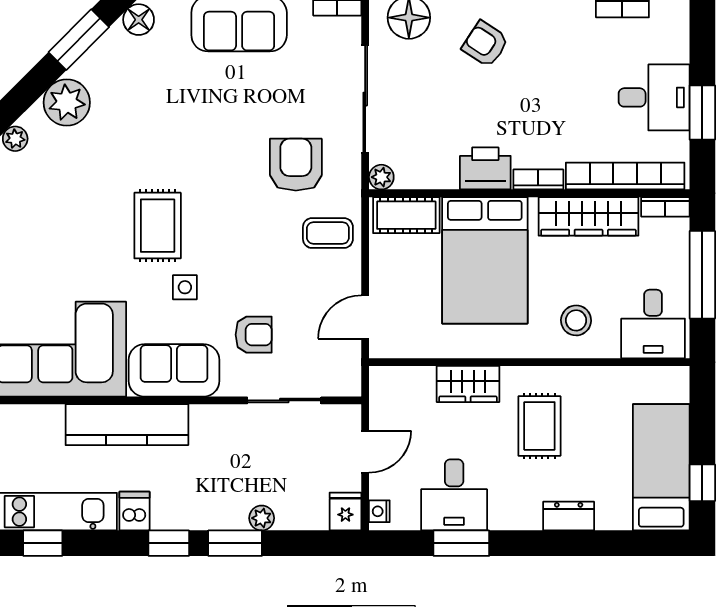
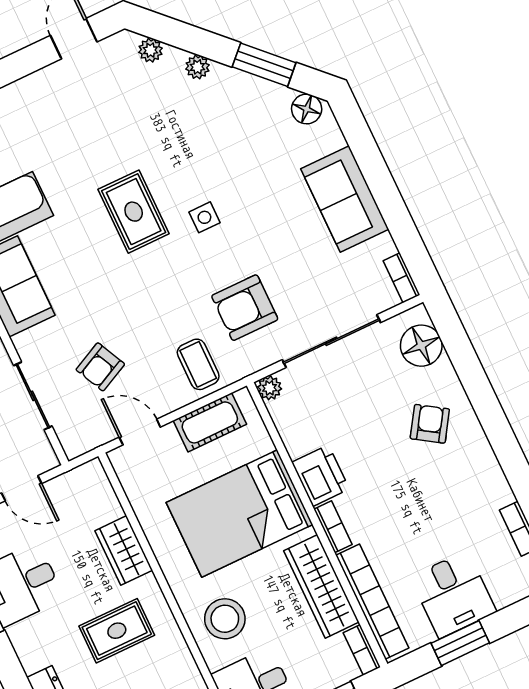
plant: (67, 102) -> (197, 67), width x0.53, depth x0.53
armchair: (296, 165) -> (245, 308), turned 180
cot: (406, 215) -> (210, 422), moved, turned 90
rug: (158, 226) -> (134, 212), turned 90
side table: (185, 287) -> (204, 217), moved
stool: (576, 320) -> (225, 619), width x1.38, depth x1.38
armchair: (254, 335) -> (100, 367), moved, turned 64

